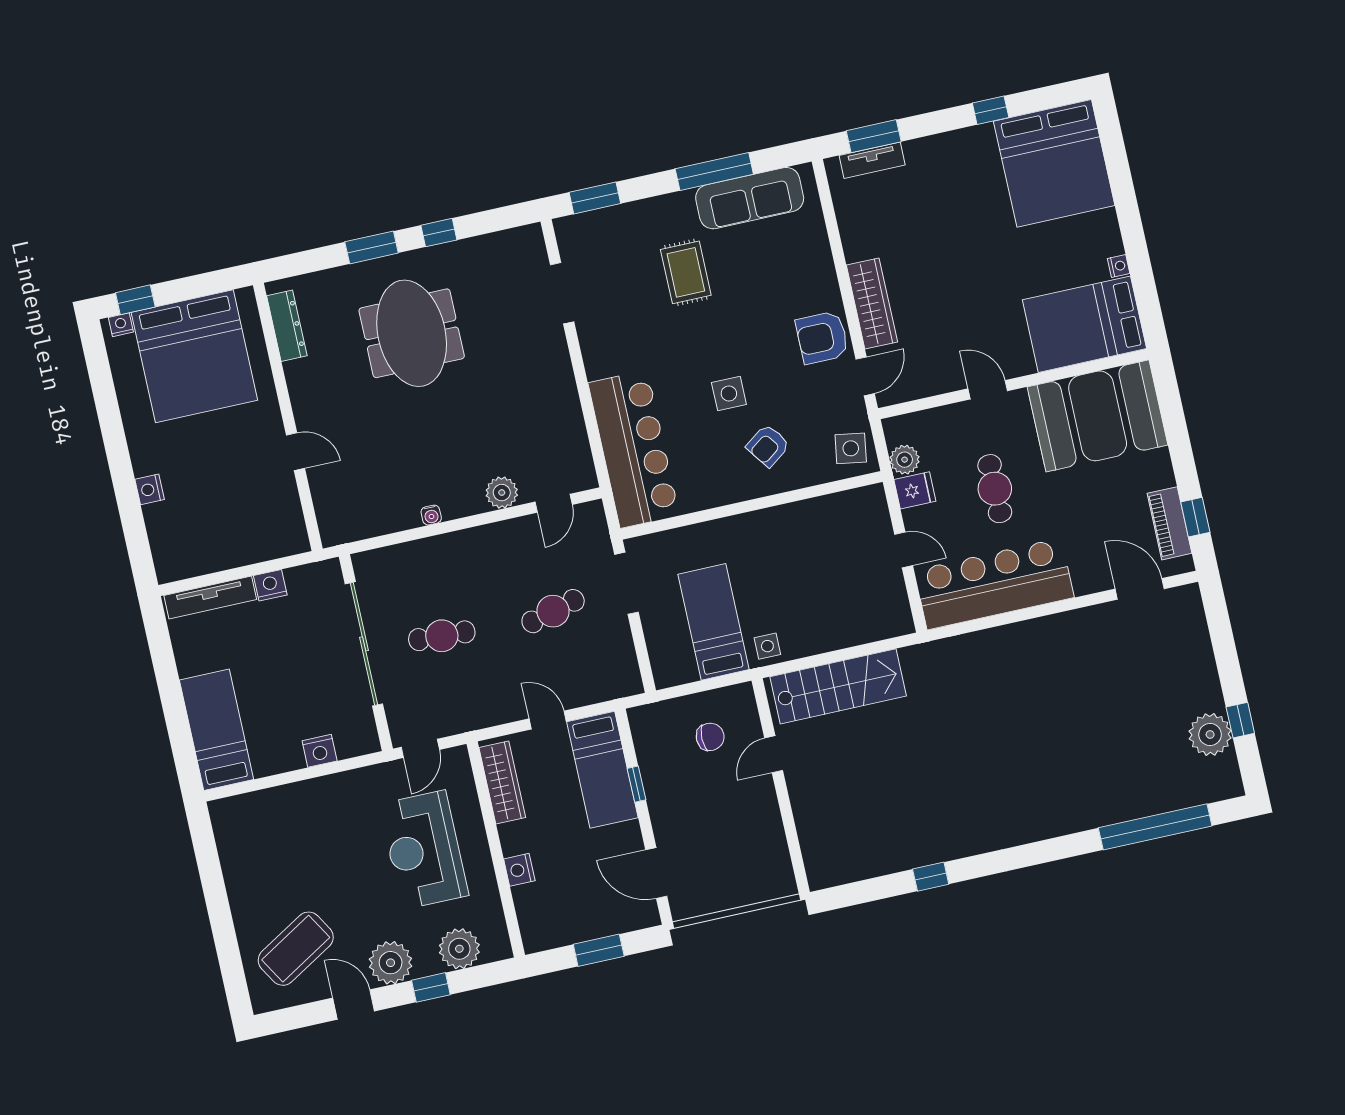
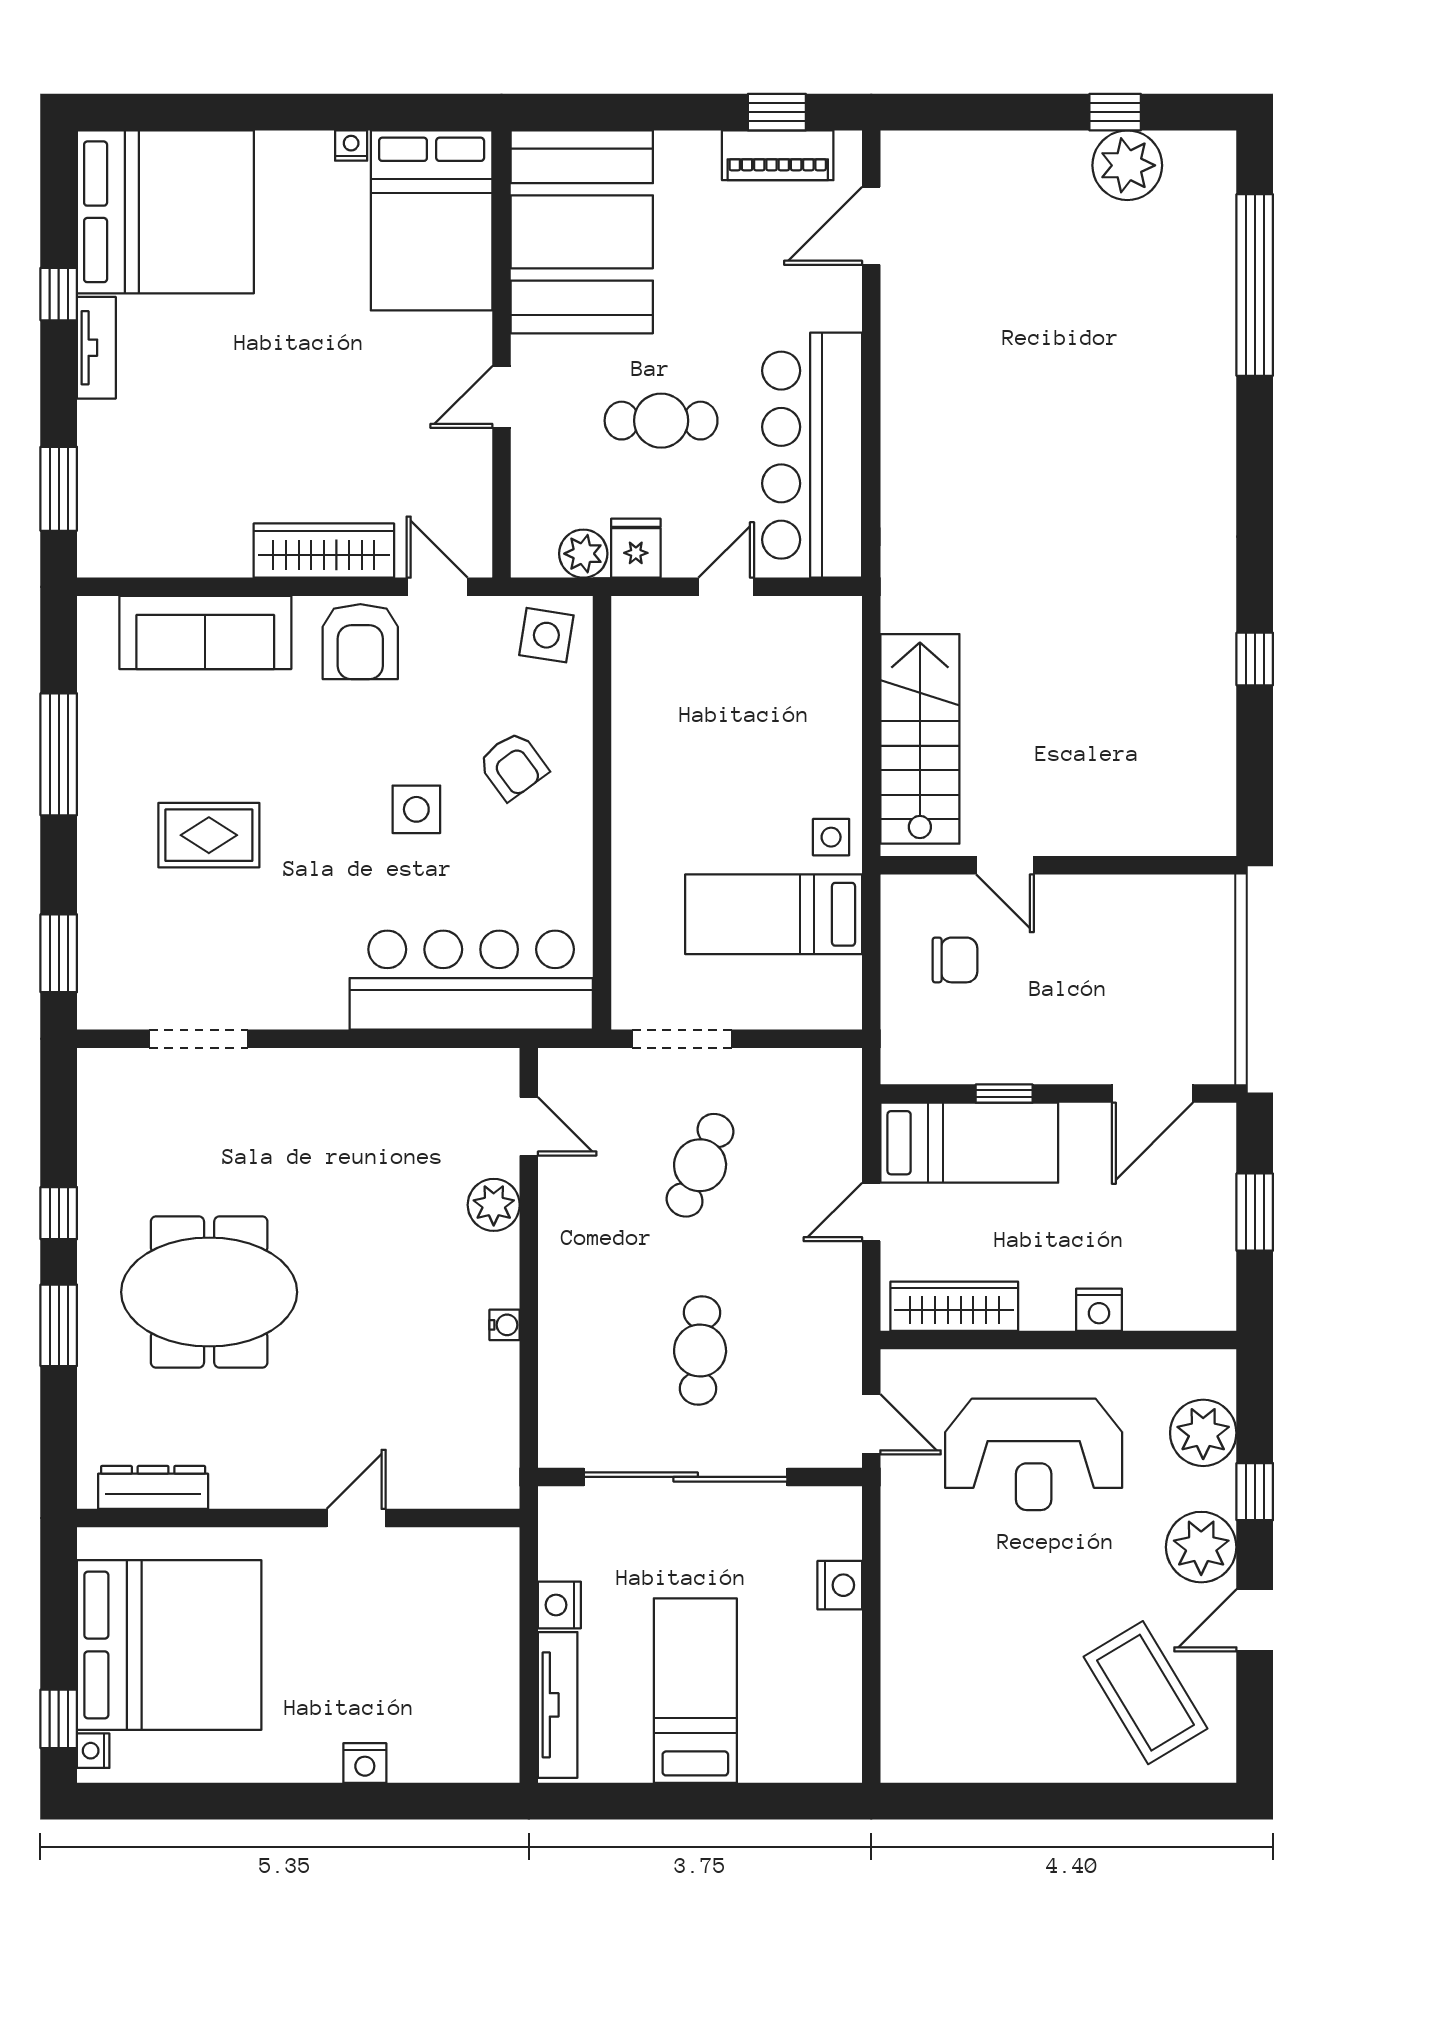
tv unit: (872, 160) -> (96, 348), moved
sofa: (750, 198) -> (205, 633), moved, turned 90
cafe table: (553, 611) -> (700, 1165), turned 39
bed: (217, 730) -> (695, 1691), moved, turned 90
chair: (710, 737) -> (955, 960), turned 90

